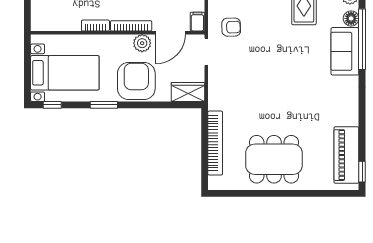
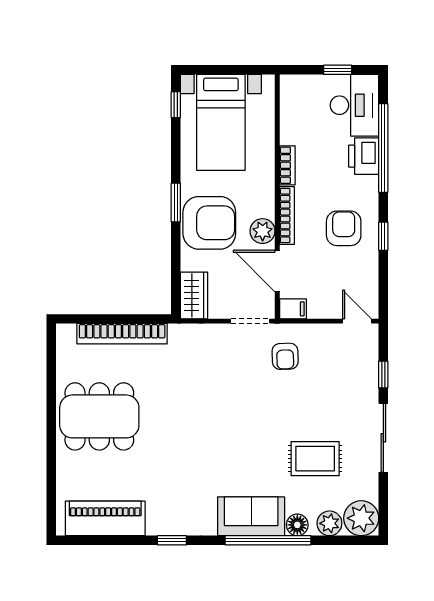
window: (104, 105) -> (176, 202), moved
dining table: (274, 159) -> (99, 416), turned 90
window: (362, 172) -> (172, 540), moved

